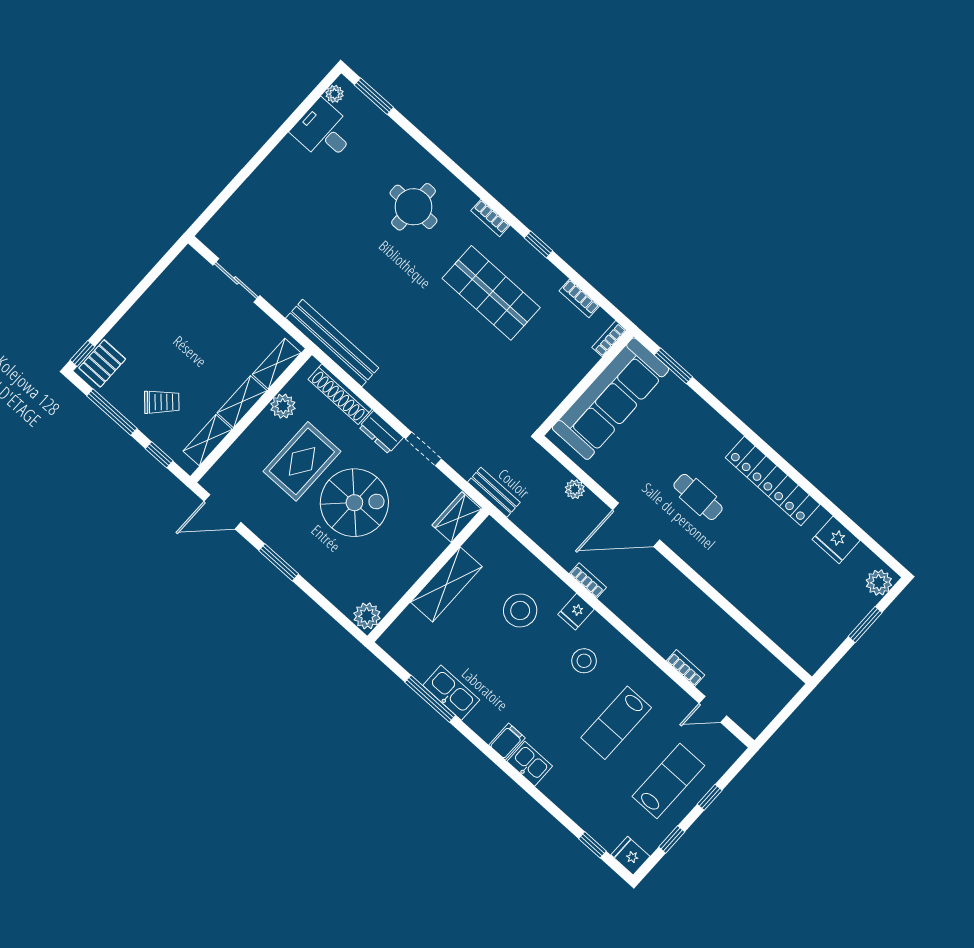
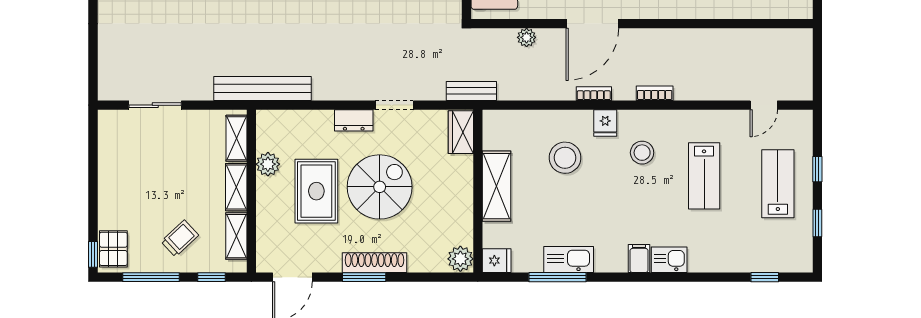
shoe rack: (340, 394) -> (375, 263), moved, turned 180
bookcase: (686, 668) -> (655, 93), moved
fridge: (630, 856) -> (497, 261), moved, turned 180

